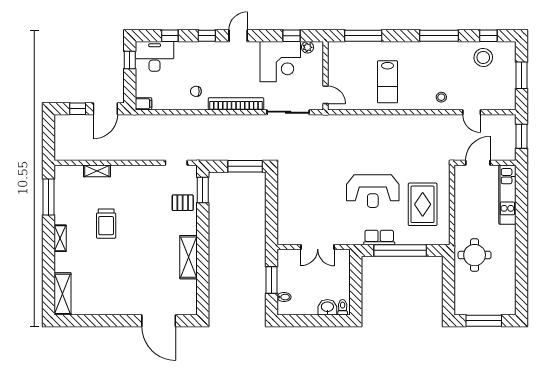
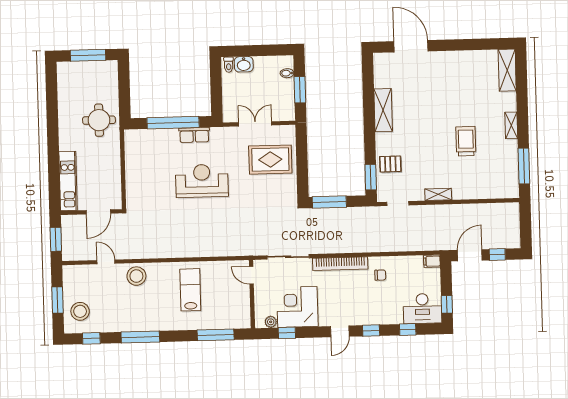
stool: (483, 57) -> (80, 311), moved
stool: (441, 97) -> (136, 276), width x1.89, depth x1.89
shelving: (97, 171) -> (438, 194), moved
rug: (423, 204) -> (270, 160), moved, turned 90

